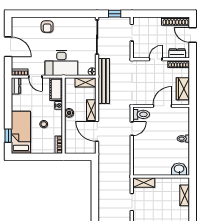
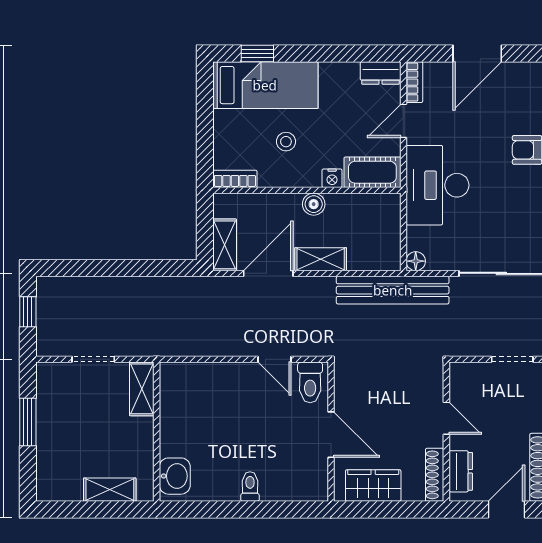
shelving: (86, 82) -> (225, 245), moved

